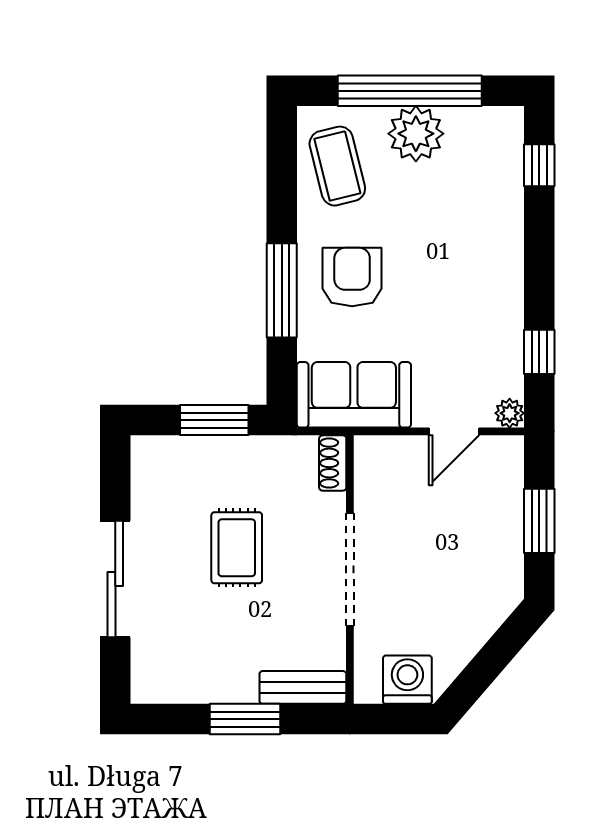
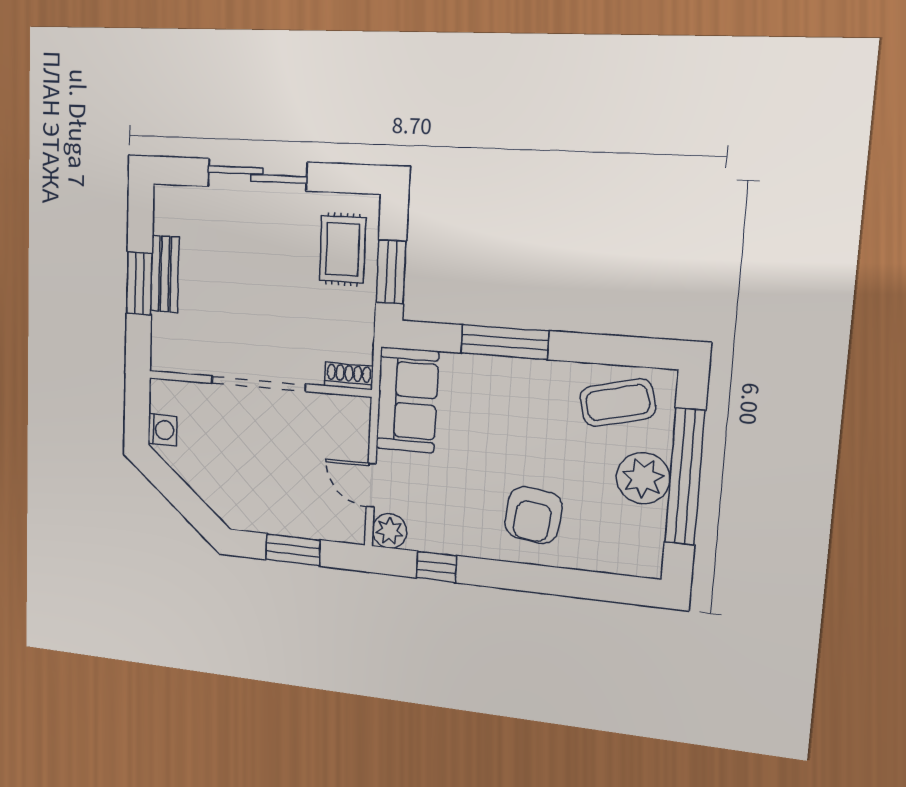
window: (539, 165) -> (605, 587), removed
armchair: (352, 277) -> (533, 515), moved, turned 97
plant: (510, 413) -> (389, 531), width x1.38, depth x1.38
rug: (237, 548) -> (343, 249), moved, turned 90
washing machine: (407, 680) -> (162, 430), width x0.73, depth x0.73
bench: (303, 687) -> (165, 274), moved

